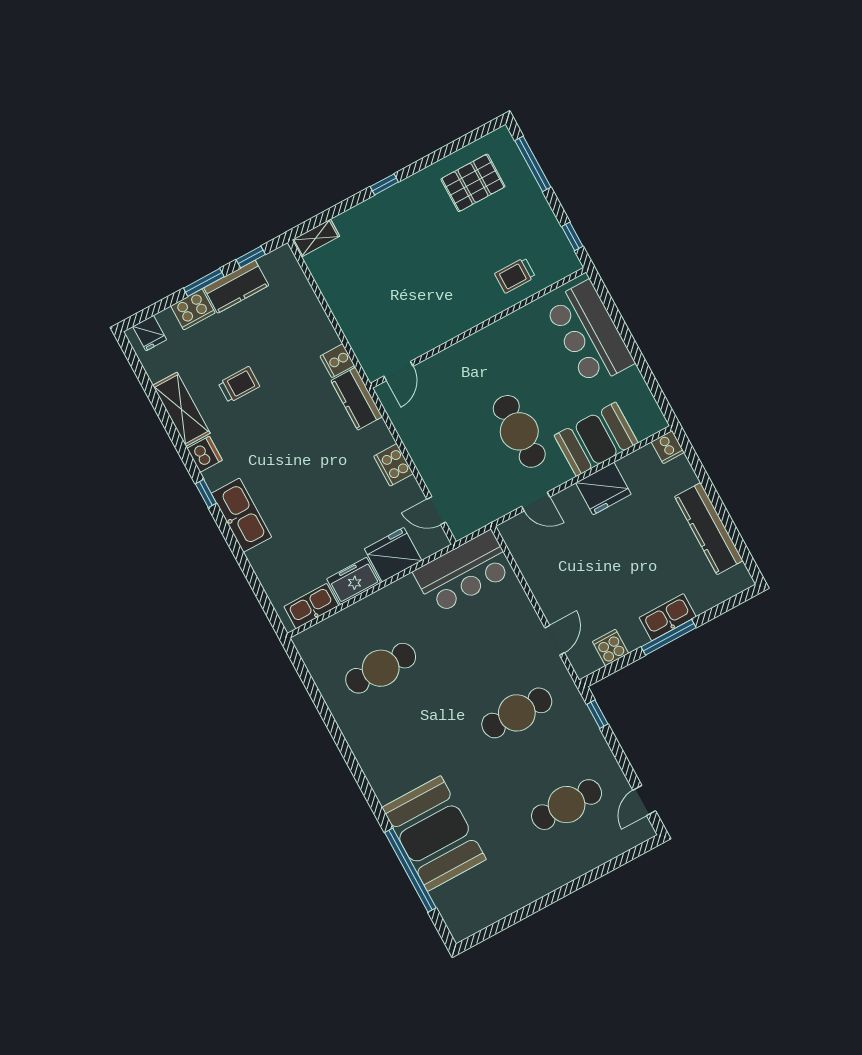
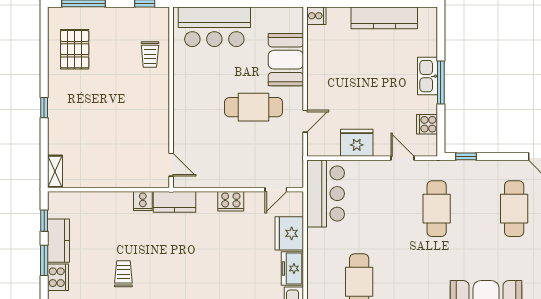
fridge: (603, 488) -> (357, 143), moved, turned -90

